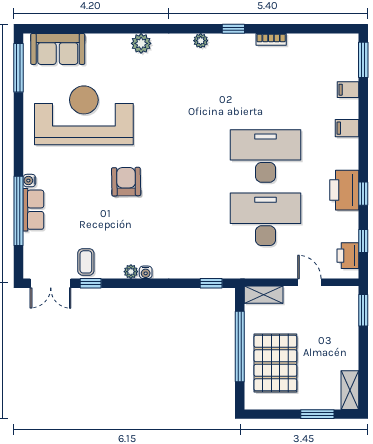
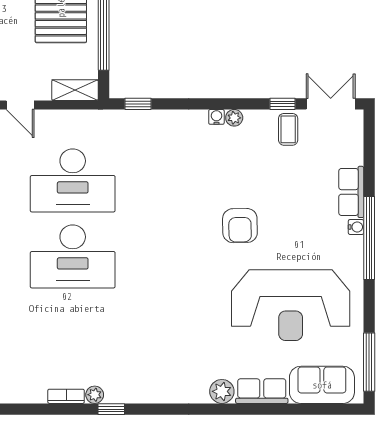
plant: (201, 41) -> (95, 395), moved
row of seats: (108, 44) -> (262, 391), added
window: (18, 211) -> (369, 238), moved

